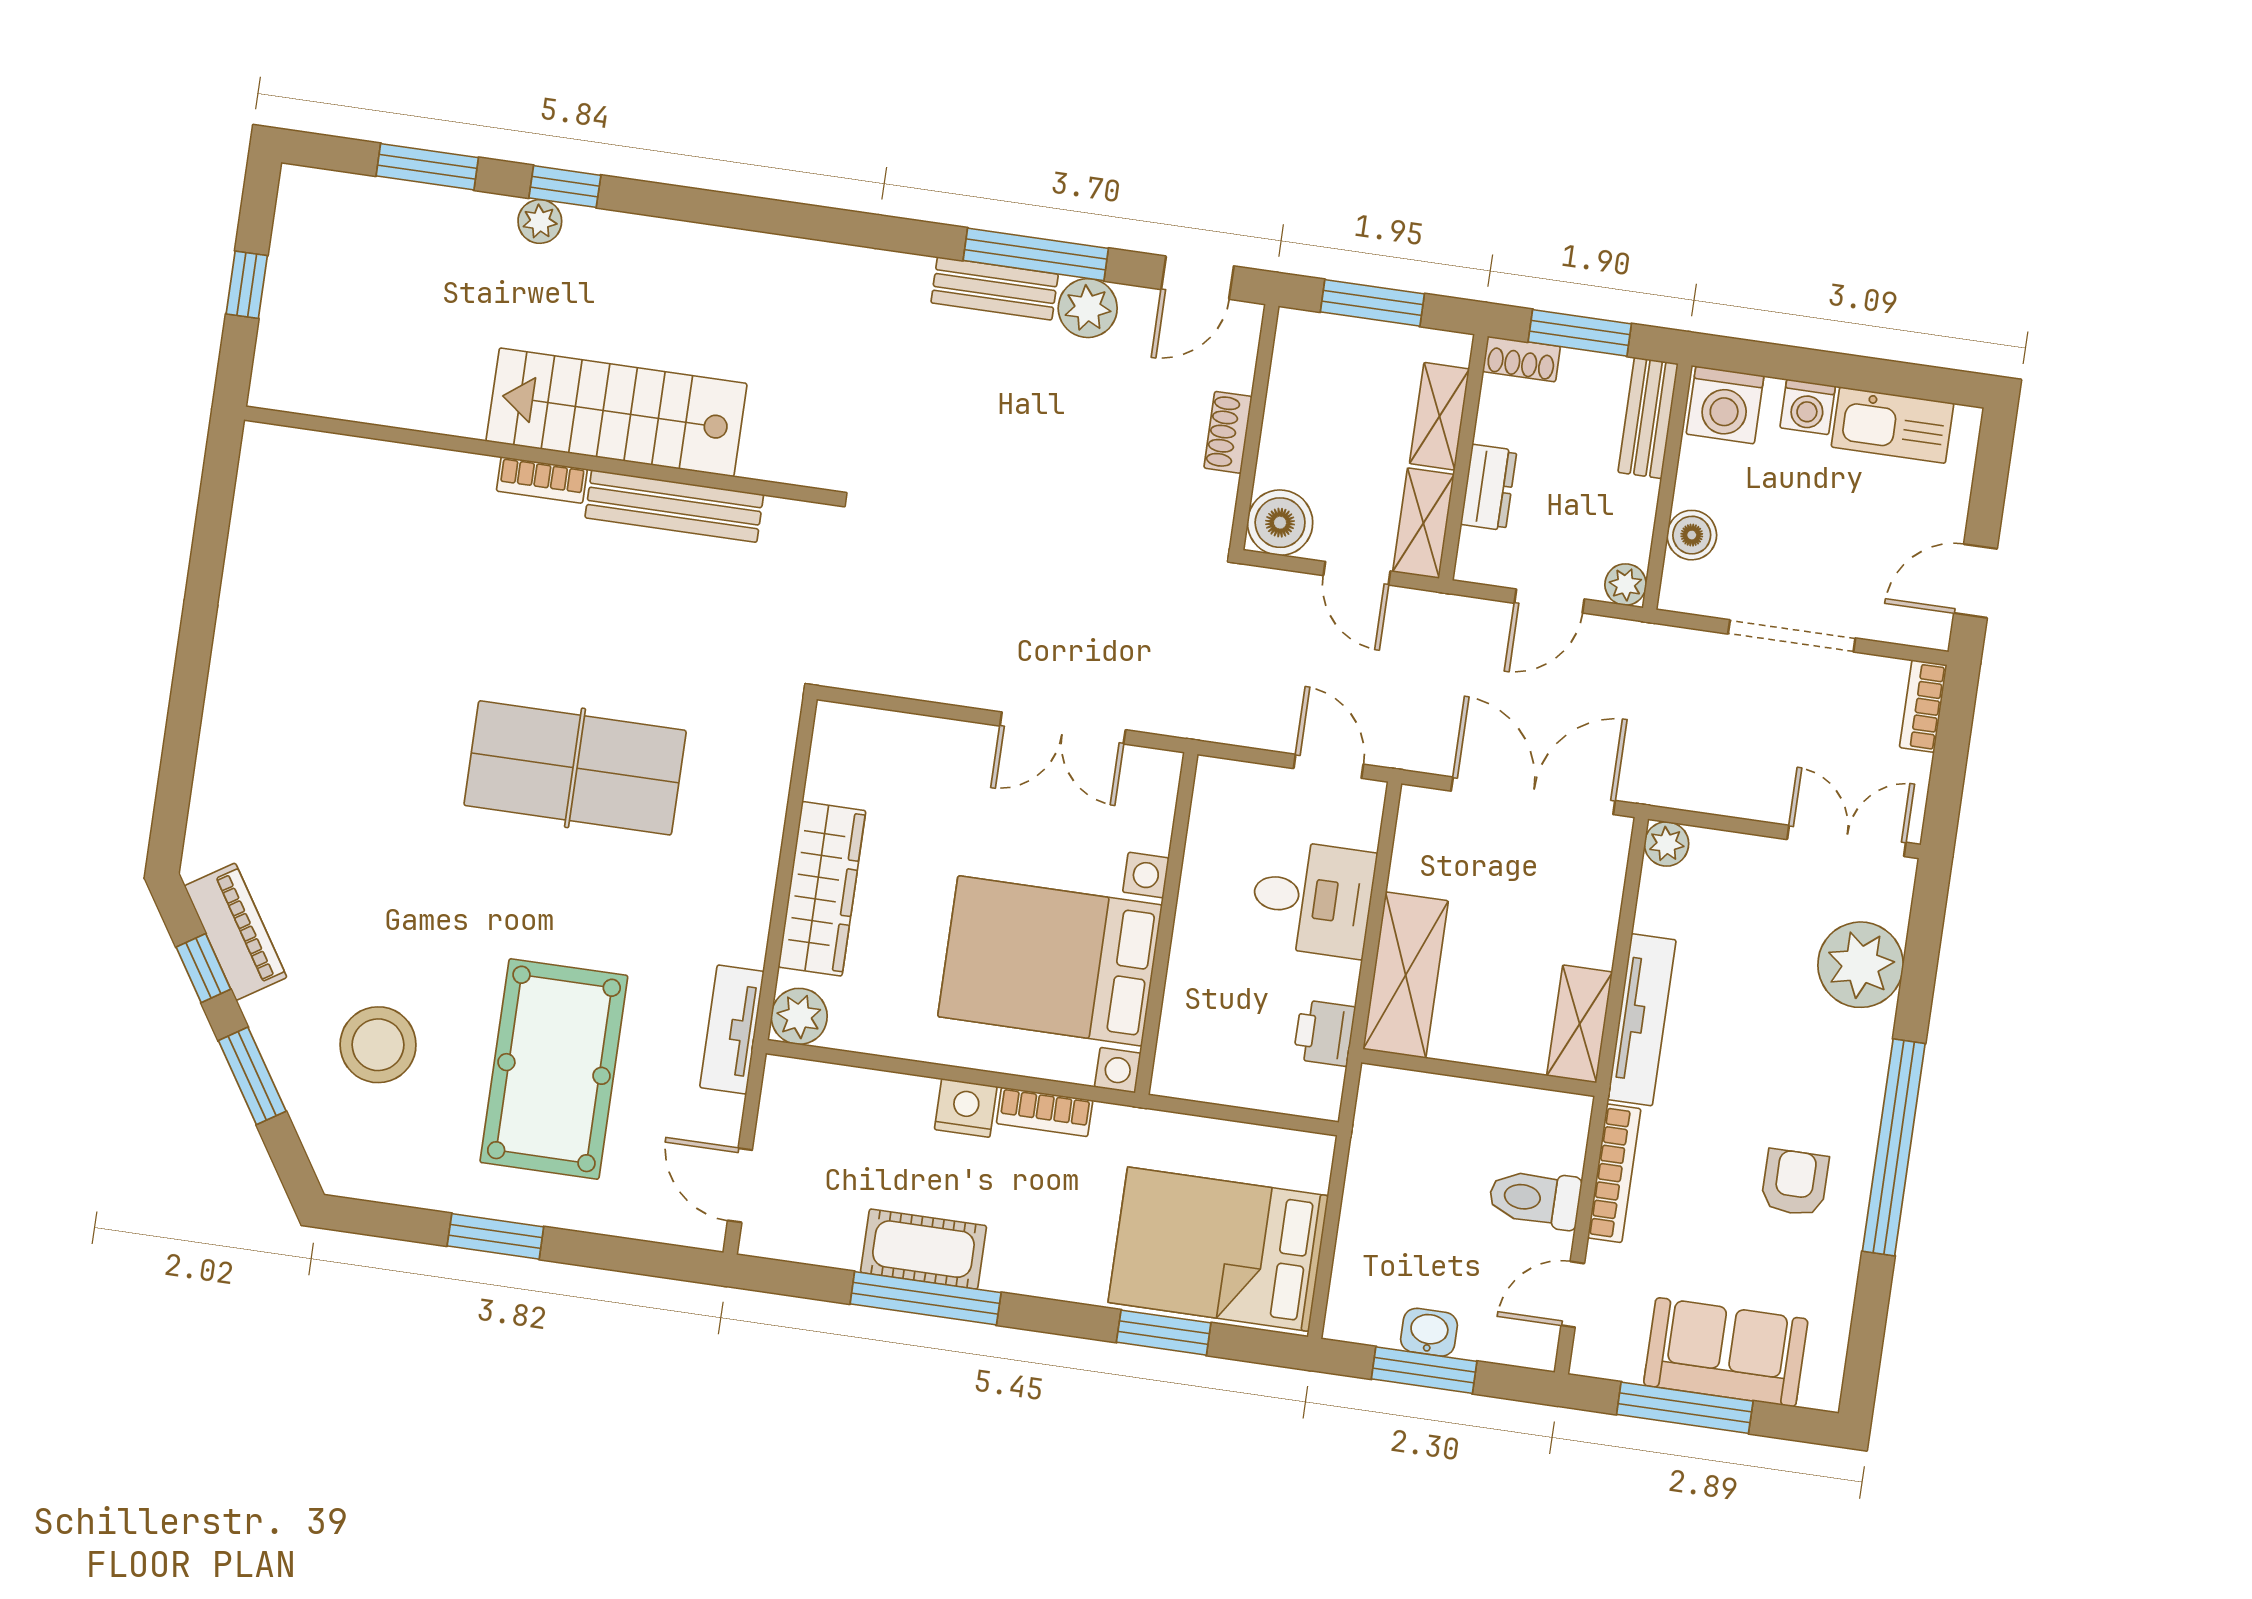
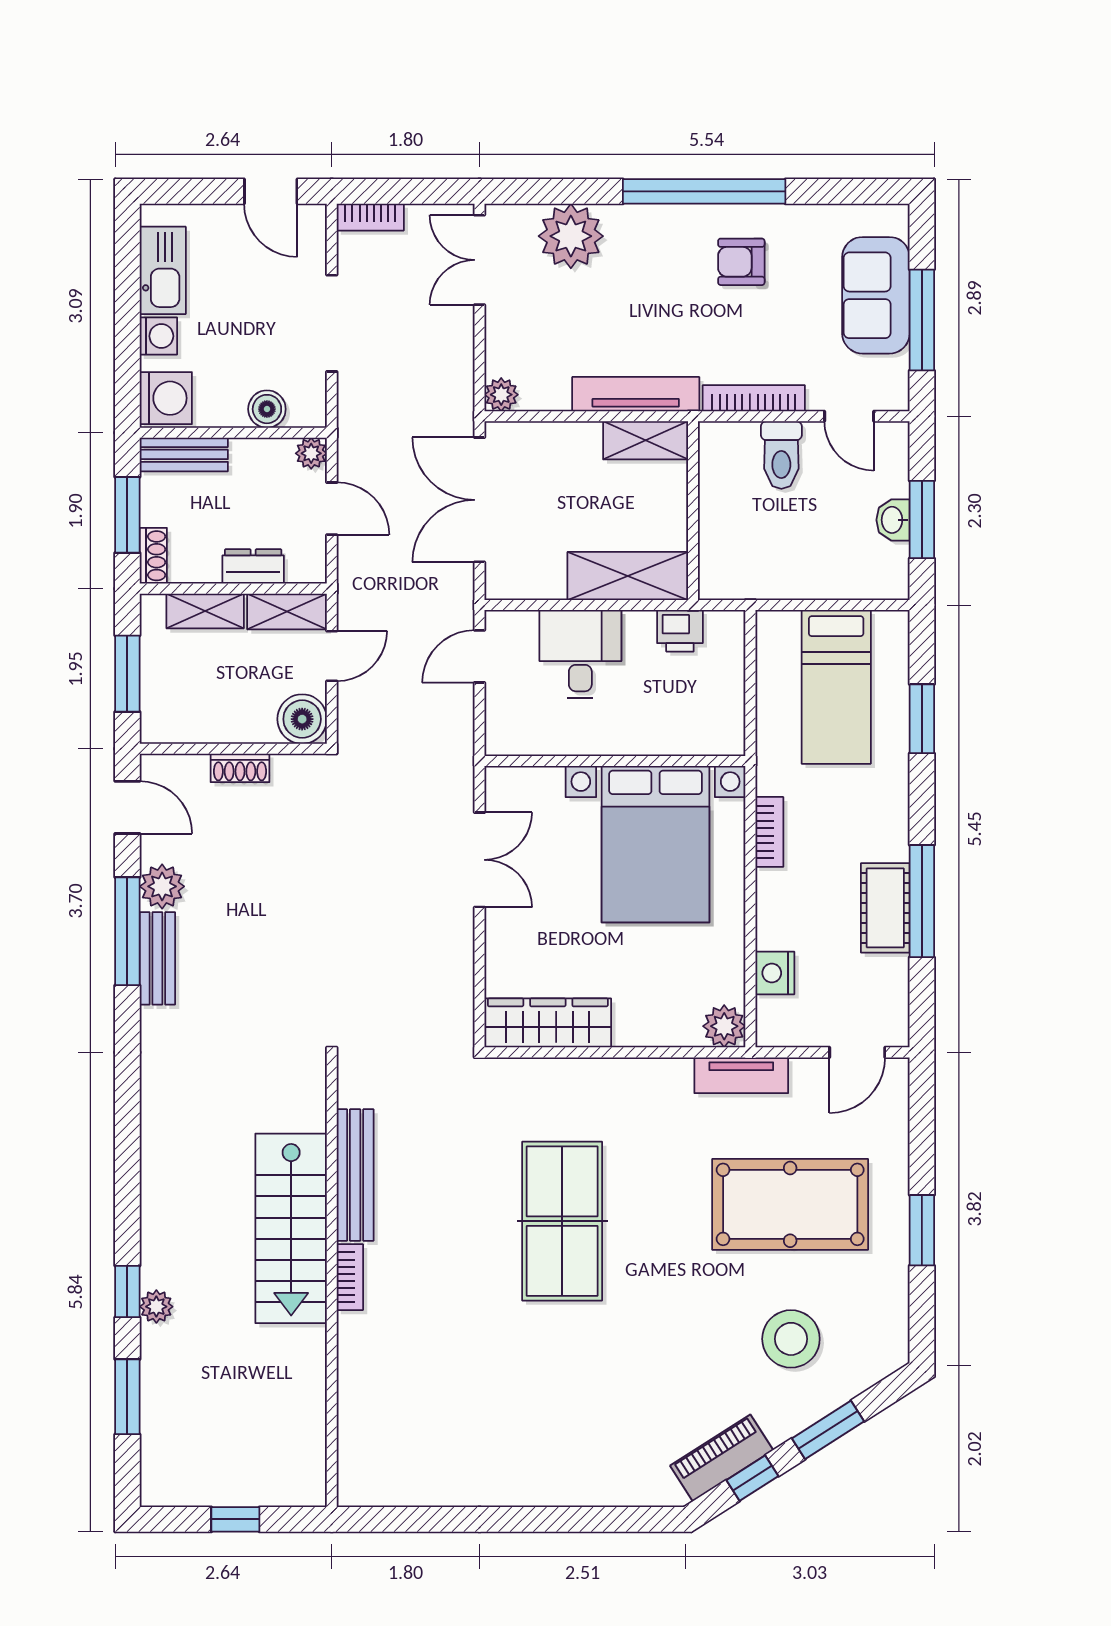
wardrobe: (822, 889) -> (548, 1023), moved
nightstand: (966, 1108) -> (775, 973), moved
bed: (1218, 1249) -> (836, 687), width x0.67

